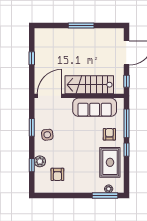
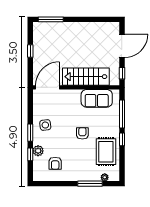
window: (81, 25) -> (51, 19), moved
sofa: (95, 107) -> (97, 98), width x0.73
window: (32, 127) -> (30, 133), moved
armchair: (109, 134) -> (82, 133), moved
window: (105, 195) -> (90, 184), moved

